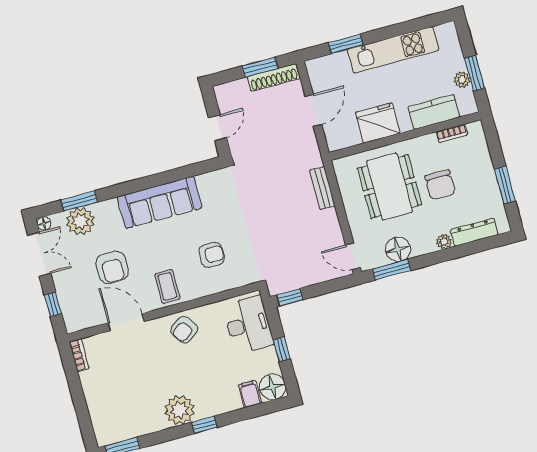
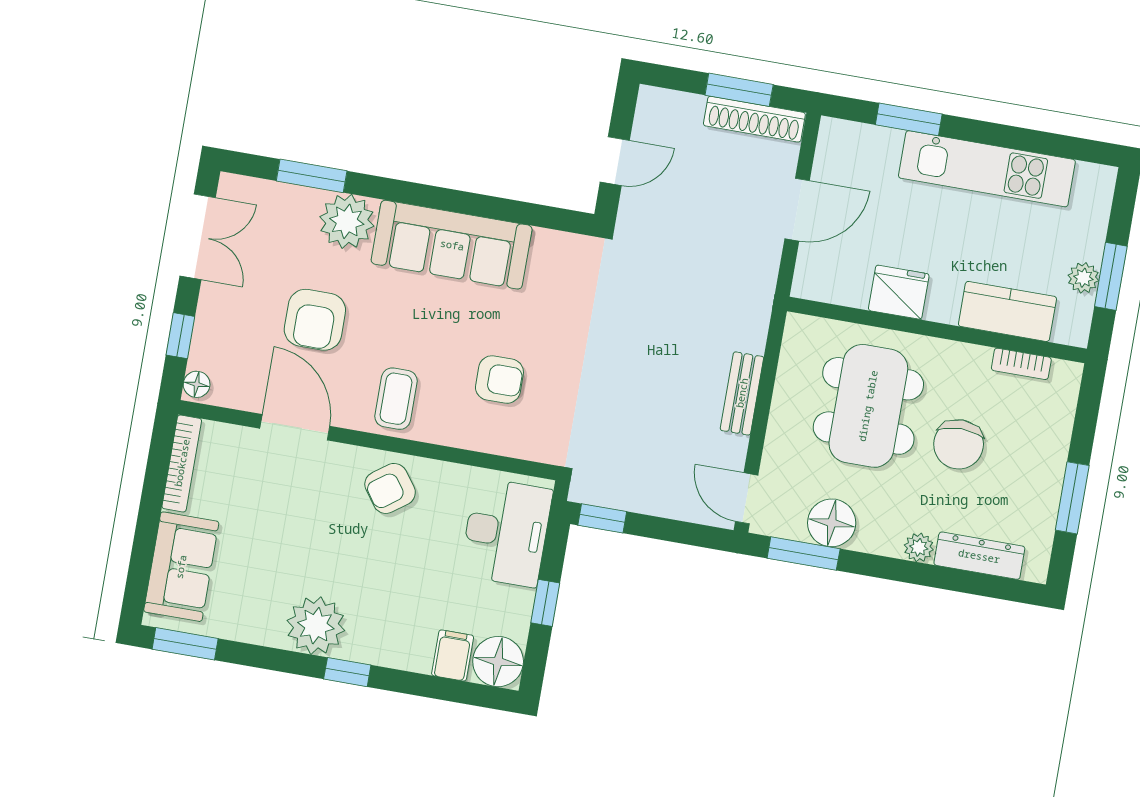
fridge: (378, 123) -> (899, 292), width x0.73, depth x0.75
bench: (322, 188) -> (742, 393), moved
plant: (80, 221) -> (347, 221), moved
floor lamp: (44, 223) -> (197, 384), moved
bookcase: (79, 355) -> (182, 463), width x1.56
sofa: (104, 412) -> (181, 567), added

